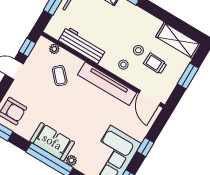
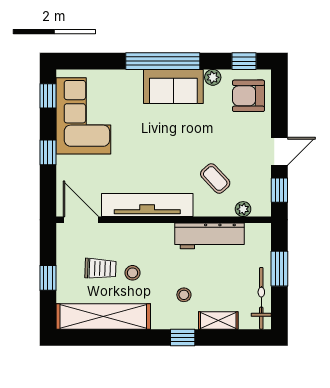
shelving: (178, 41) -> (103, 316), width x1.47
stool: (123, 65) -> (184, 295), moved
window: (188, 76) -> (48, 278), width x0.67
plant: (71, 160) -> (213, 77), moved

